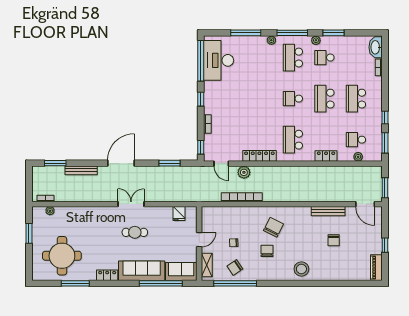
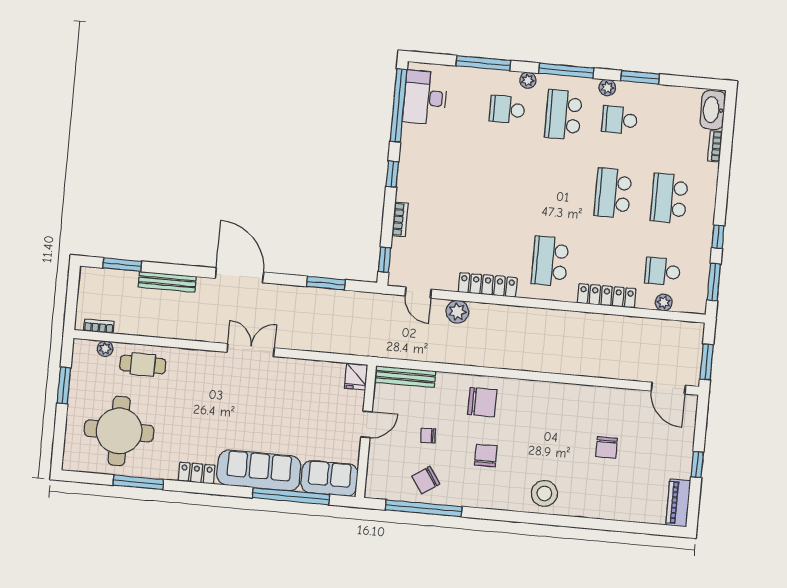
desk: (219, 60) -> (425, 98), width x0.73, depth x0.77
school desk: (293, 99) -> (507, 110), moved
locker: (326, 156) -> (607, 296), width x1.53
door: (121, 163) -> (239, 275), hinge flipped
bookcase: (242, 197) -> (450, 356), removed
bench: (328, 211) -> (405, 377), moved
fridge: (179, 214) -> (356, 376), moved
chair: (274, 227) -> (482, 402), moved, turned 63
cafe table: (135, 232) -> (143, 365), moved
shelving: (207, 265) -> (376, 471), removed

